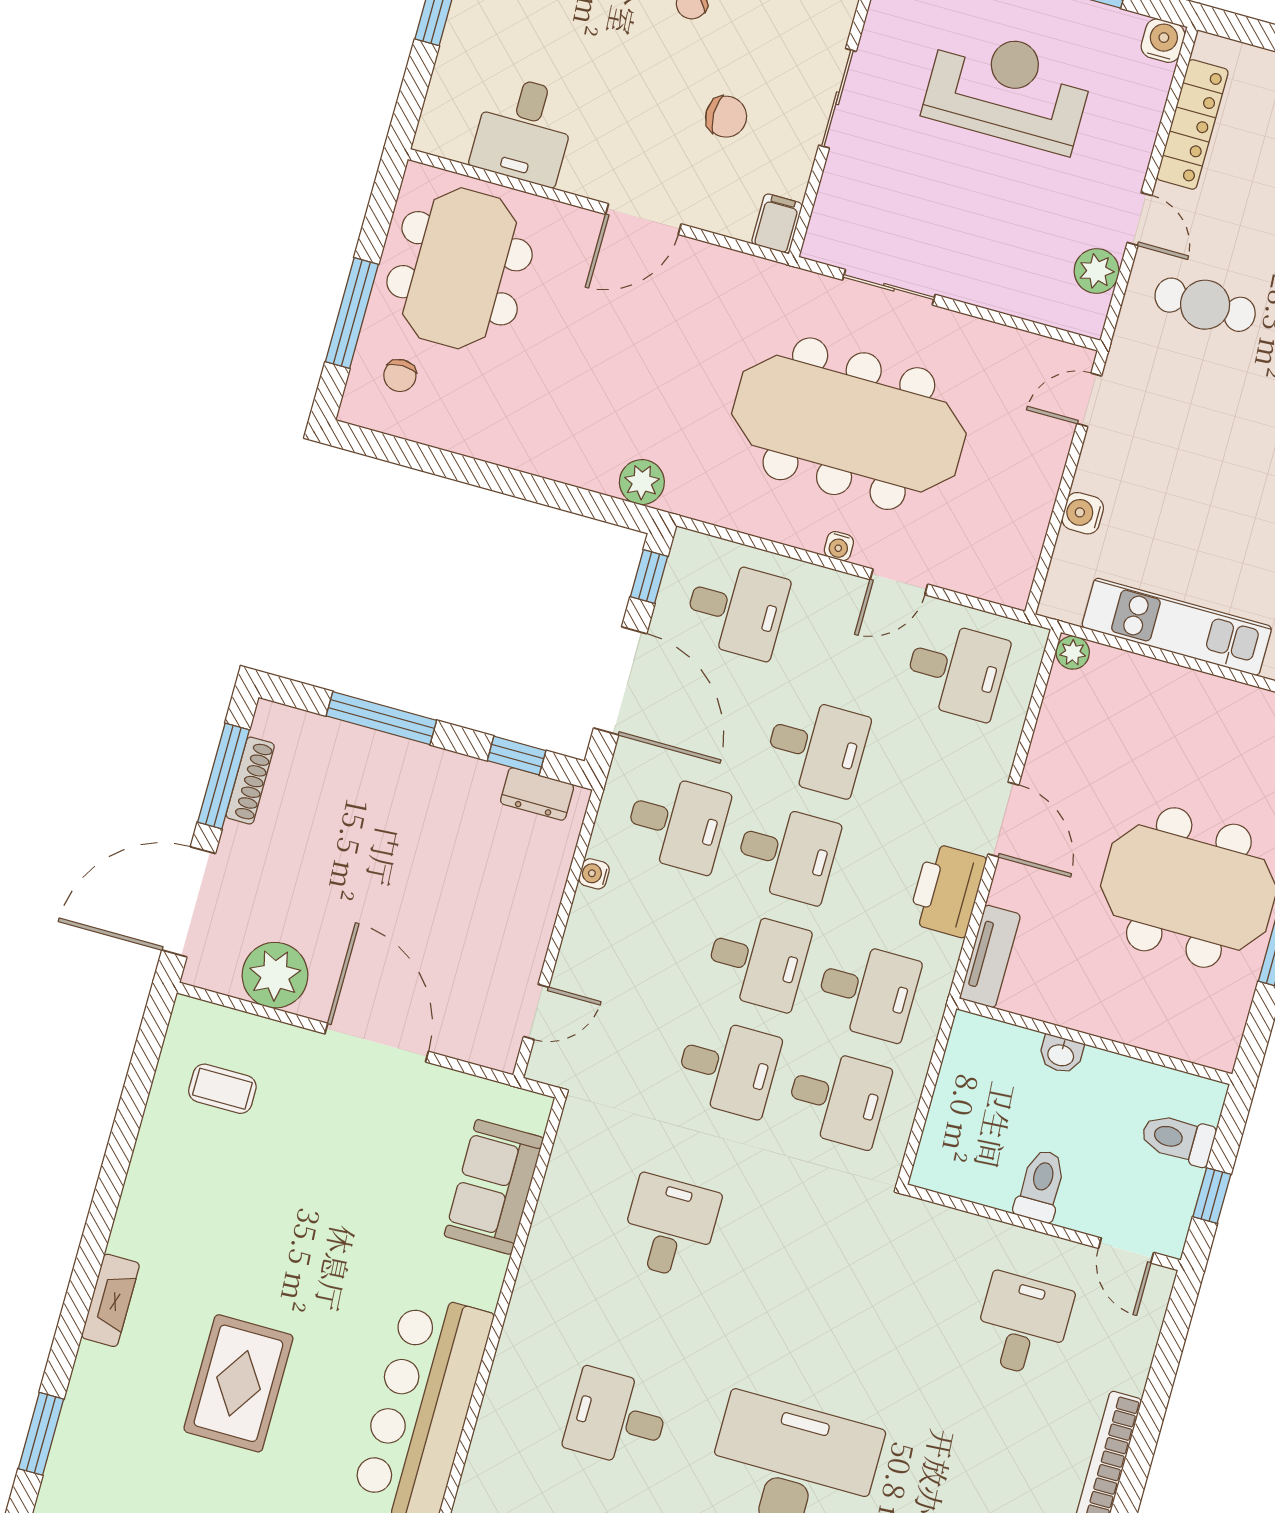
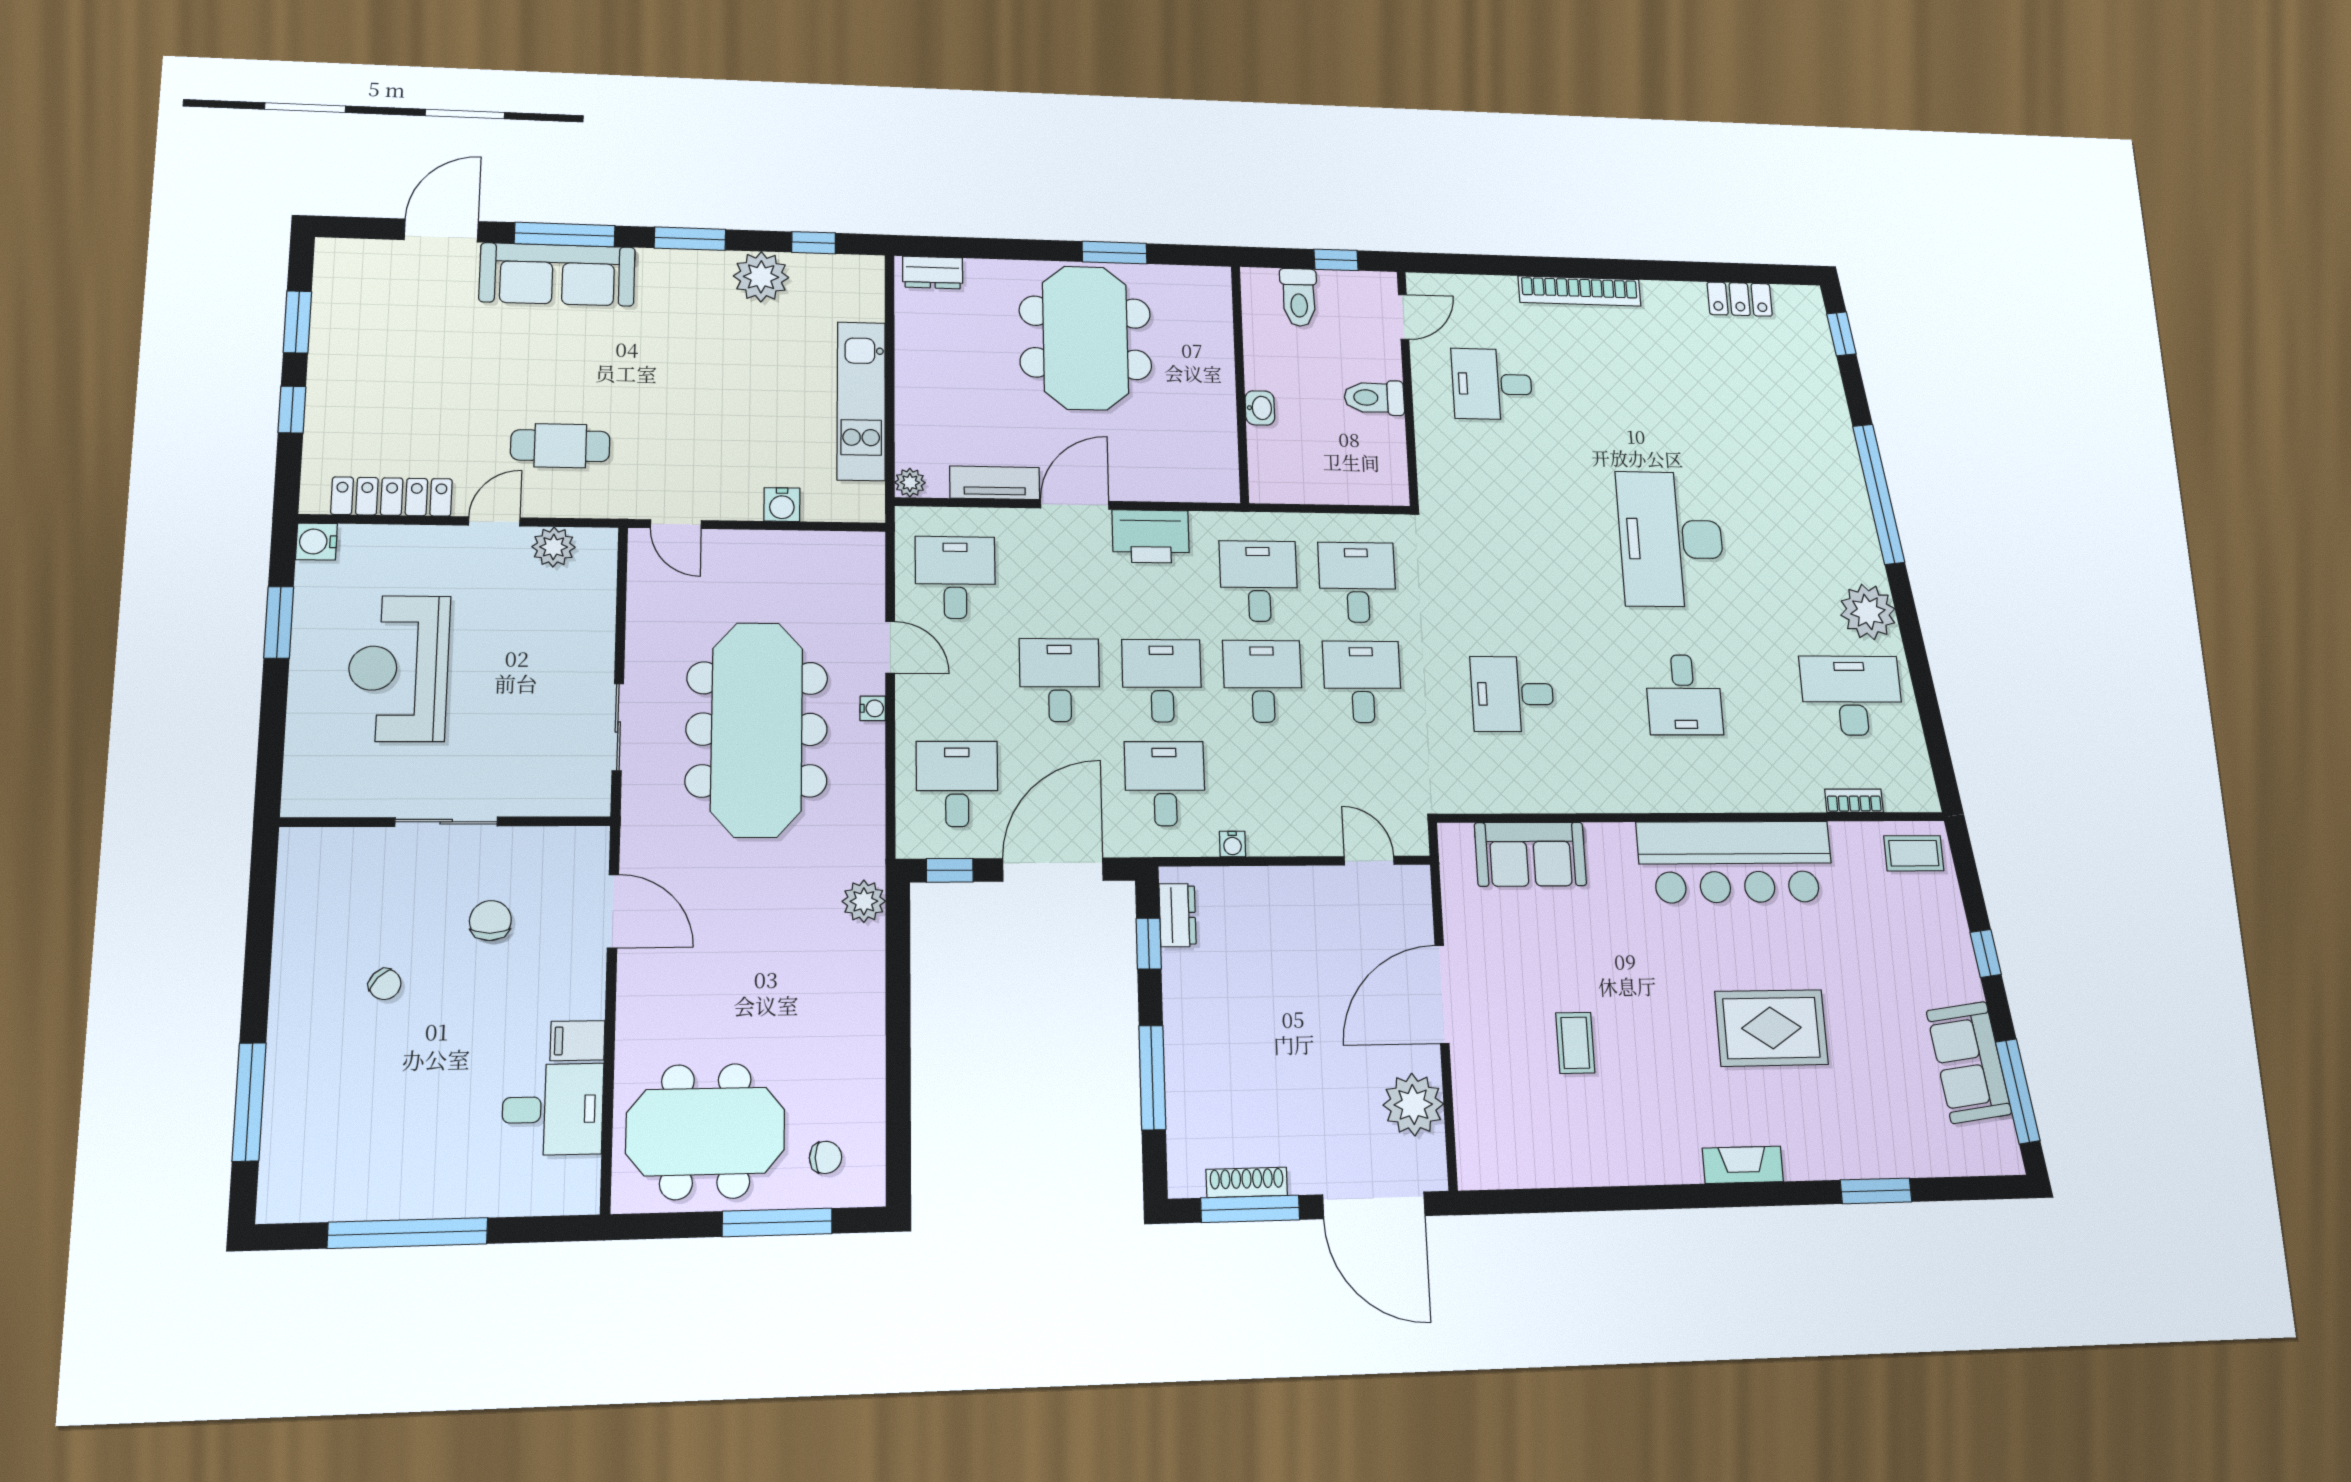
door: (643, 219) -> (613, 911), moved
filing cabinet: (777, 224) -> (578, 1041), moved
cafe table: (1205, 305) -> (560, 446), turned 90
tv unit: (990, 956) -> (995, 483), moved
coffee table: (222, 1089) -> (1575, 1043), moved

